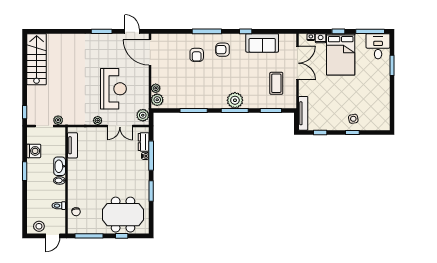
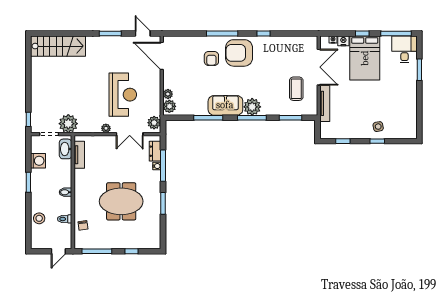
sofa: (262, 43) -> (225, 105), moved, turned 180
armchair: (223, 50) -> (239, 53), width x1.88, depth x1.88
stairs: (37, 59) -> (58, 46), moved, turned 90
tv unit: (303, 113) -> (325, 103), moved
plant: (58, 120) -> (68, 124), width x1.88, depth x1.88
washbasin: (60, 166) -> (66, 149), moved
meeting table: (123, 215) -> (121, 201), moved
stool: (39, 226) -> (39, 218), moved

